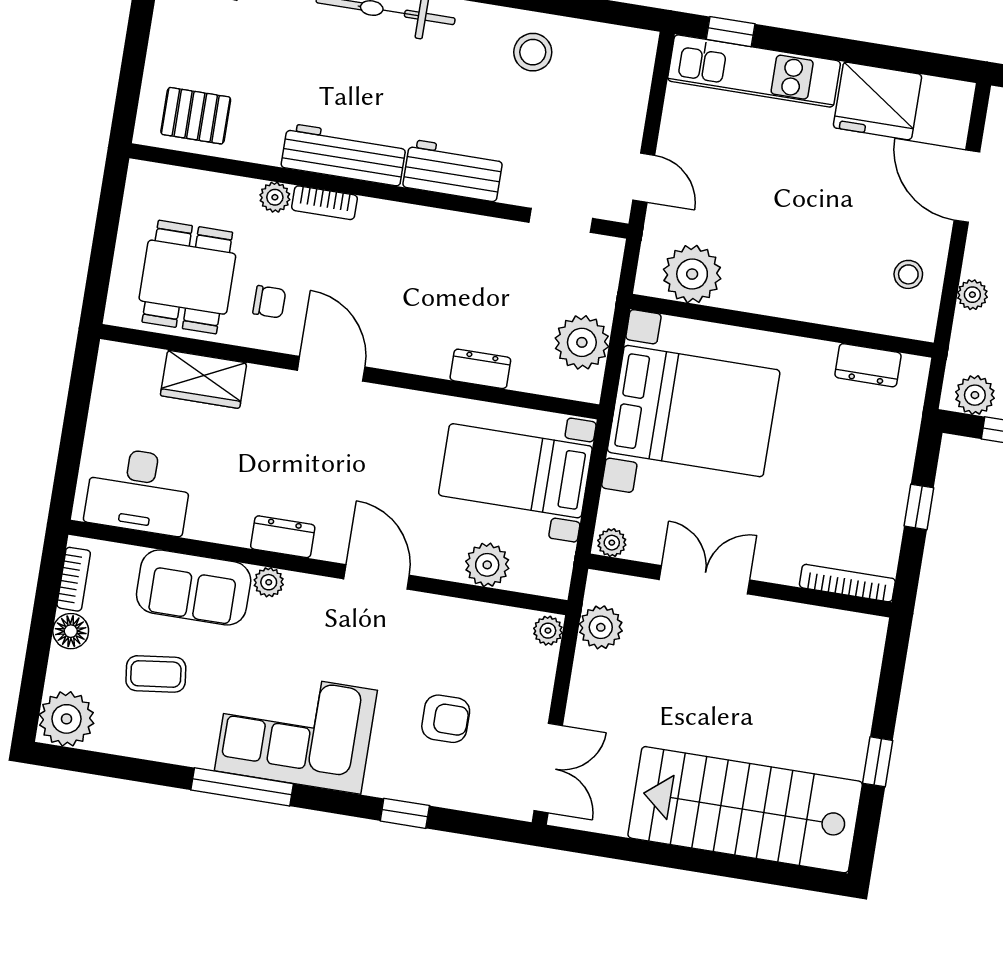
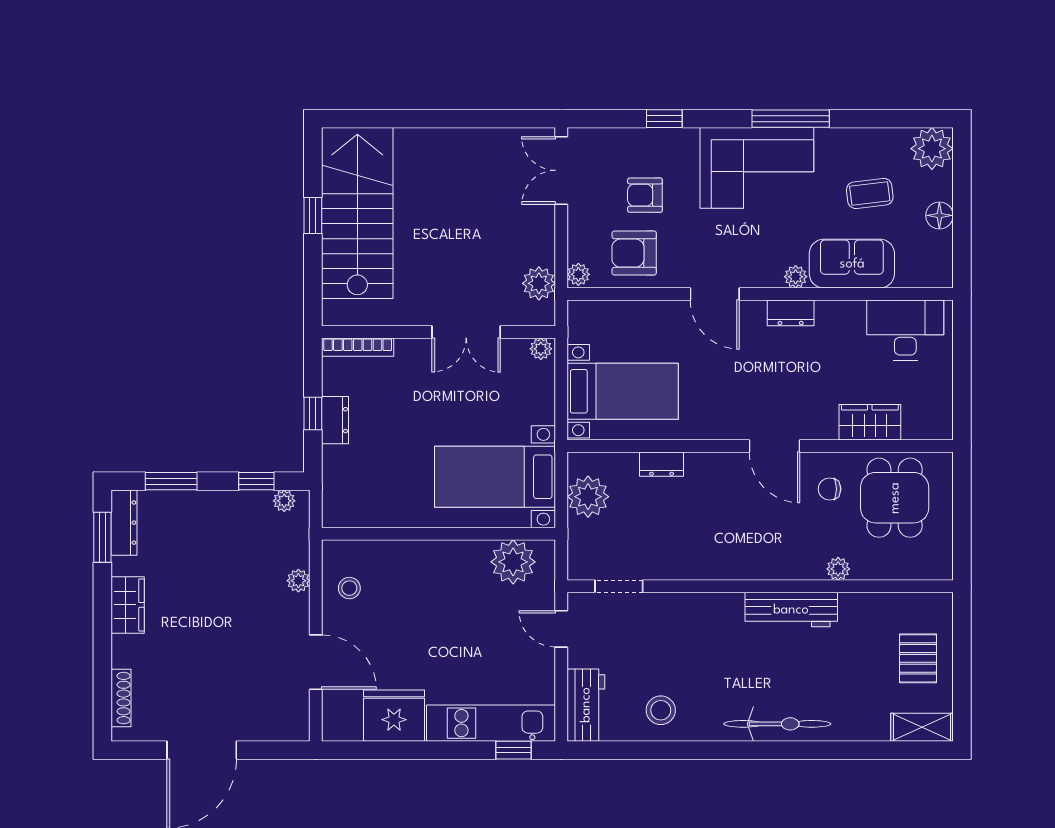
pallet: (196, 116) -> (918, 658), moved, turned 90
workbench: (453, 171) -> (586, 705), moved, turned -90
bookcase: (324, 203) -> (800, 571), removed
dresser: (868, 365) -> (335, 420), moved, turned 90
plant: (975, 395) -> (284, 501), width x0.73, depth x0.73
bed with nightstands: (694, 411) -> (495, 477), width x0.73
plant: (487, 565) -> (632, 317), removed
bookcase: (74, 579) -> (944, 255), removed
armchair: (472, 646) -> (634, 253), added
stairs: (745, 810) -> (357, 213), moved, turned -90

